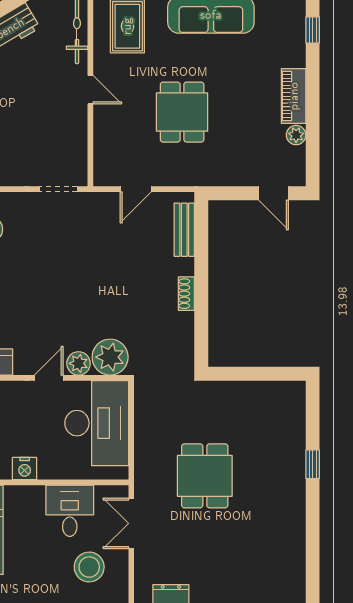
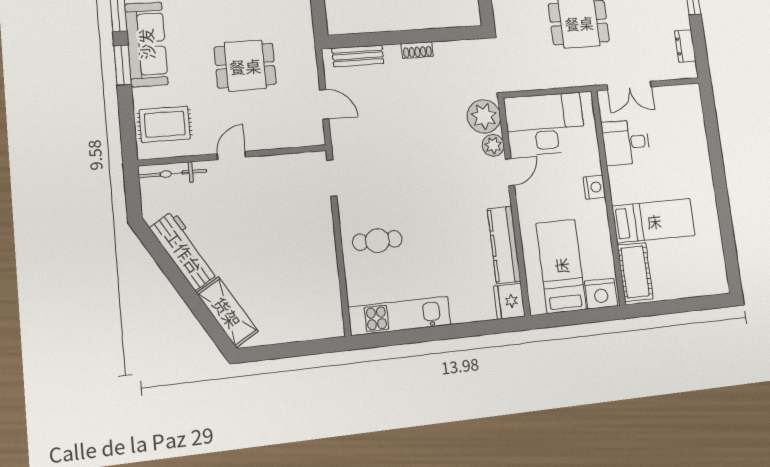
door: (49, 378) -> (510, 172), swing flipped
stool: (89, 567) -> (672, 121), removed

